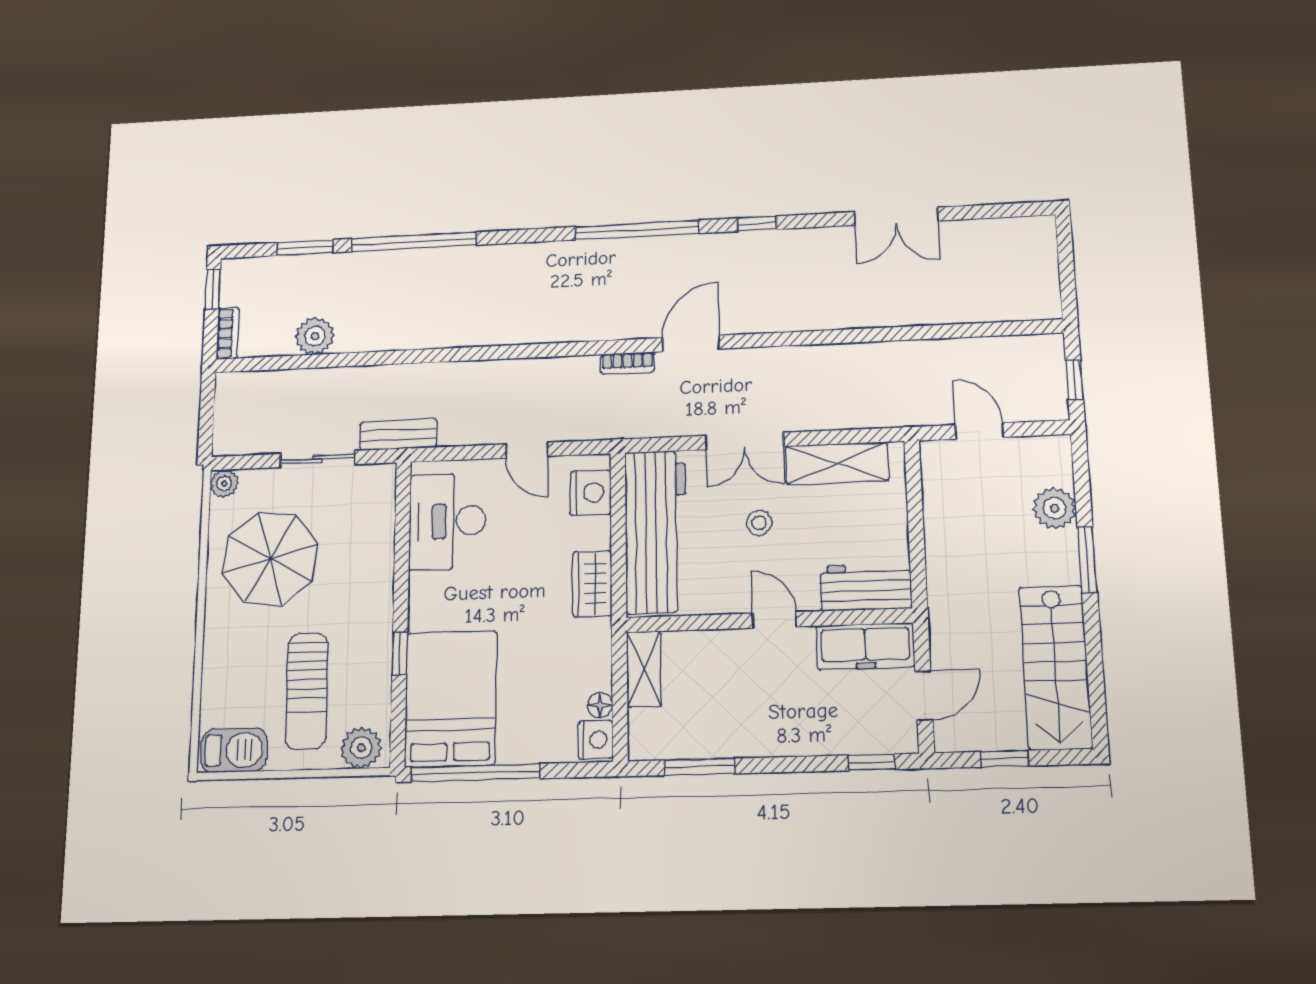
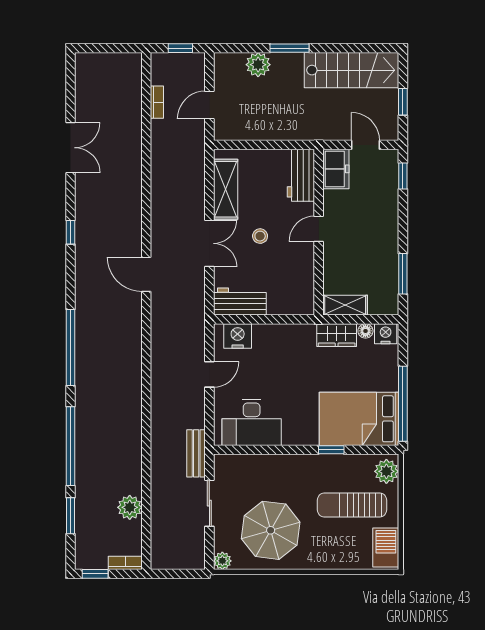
window: (637, 230) -> (71, 348), moved
bookcase: (627, 363) -> (157, 102), moved
workbench: (656, 532) -> (240, 302), width x0.53, depth x0.76
wardrobe: (592, 584) -> (337, 335), moved
freezer: (865, 646) -> (336, 169), width x0.71
sun lounger: (307, 691) -> (352, 505), turned 180

